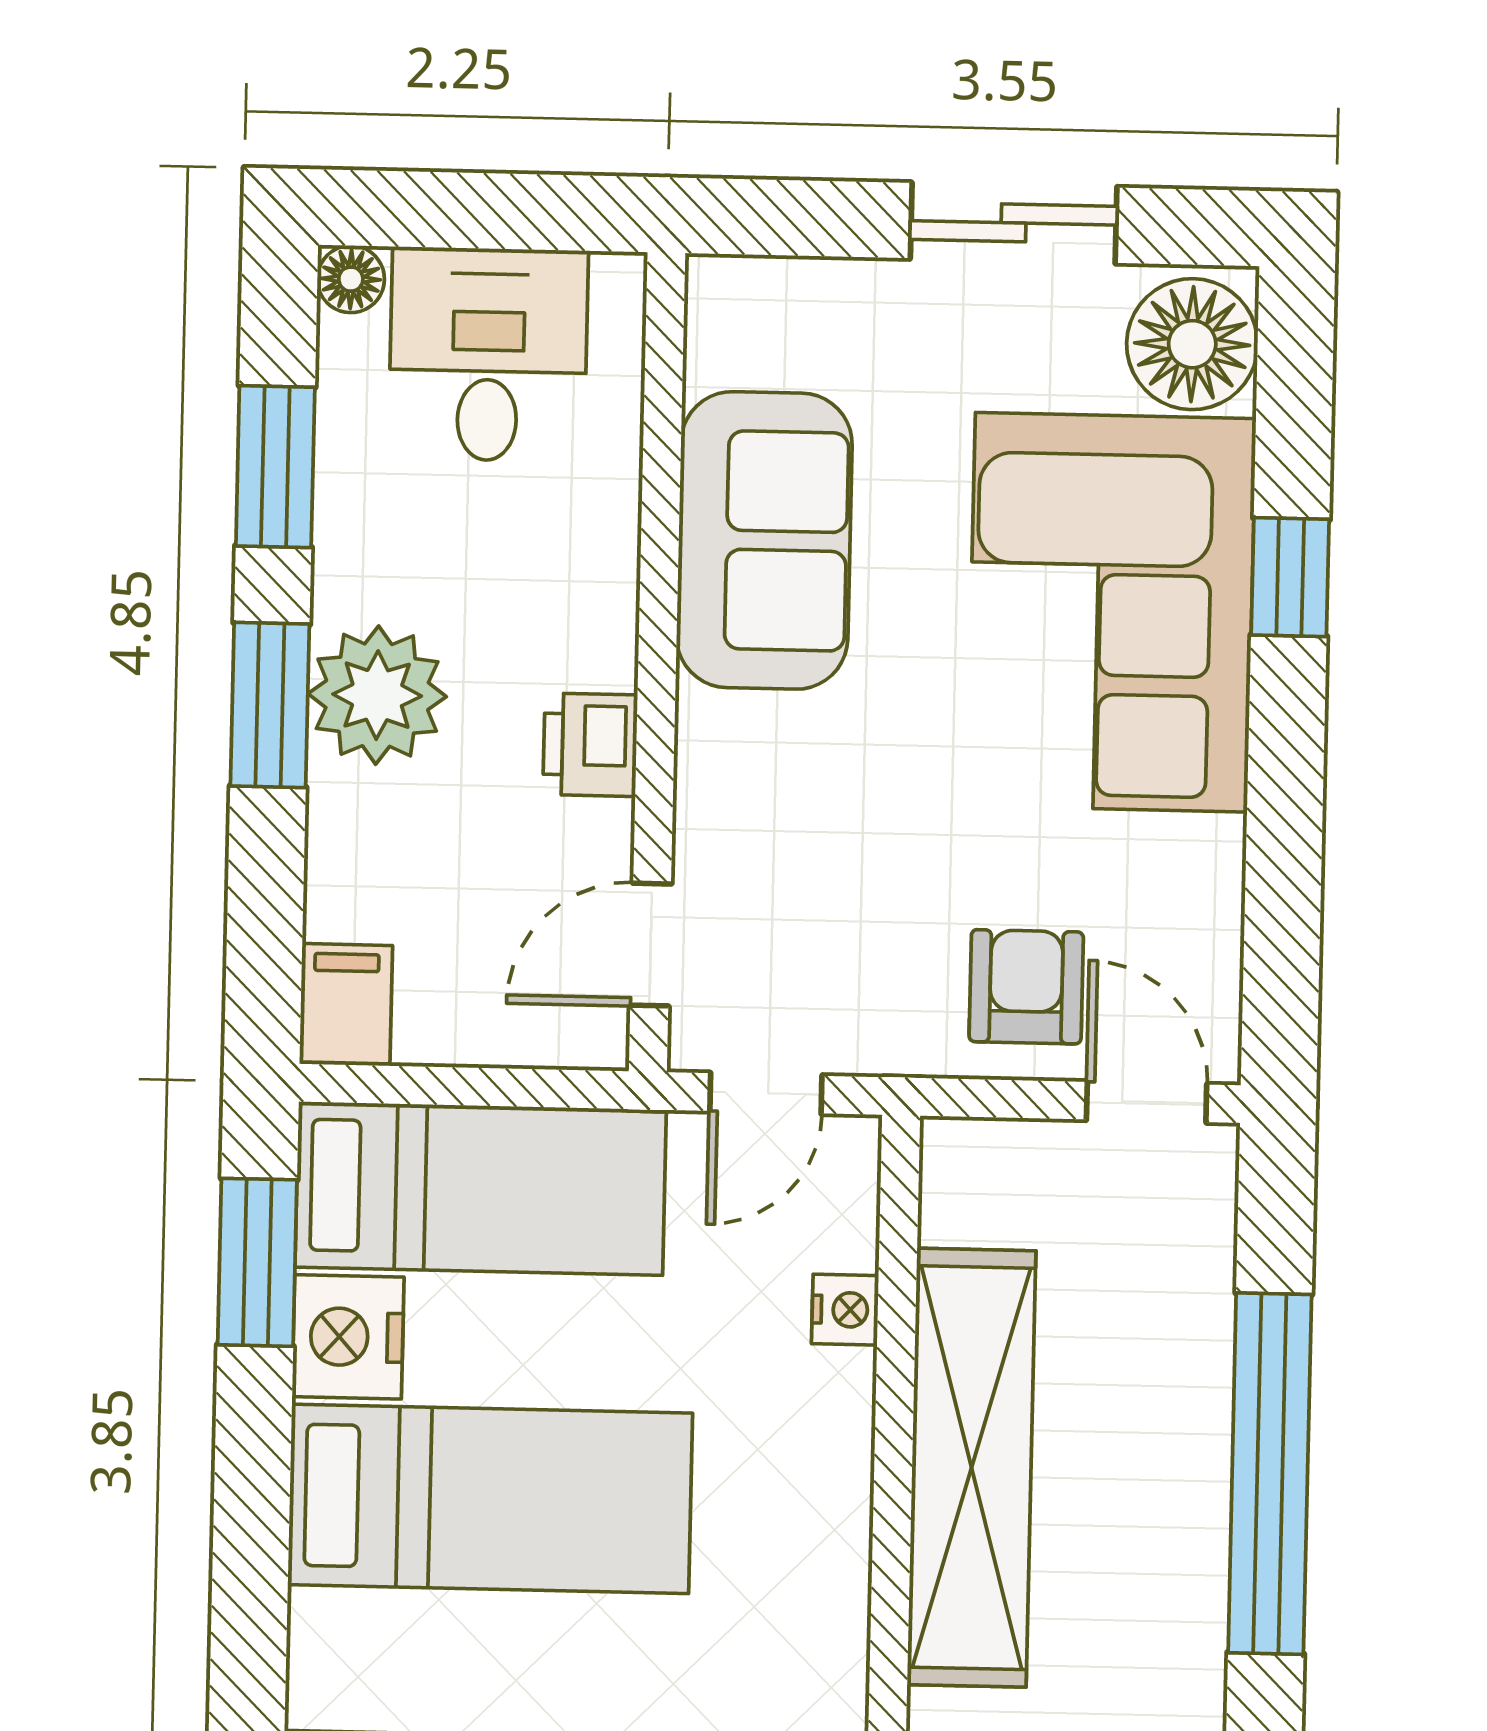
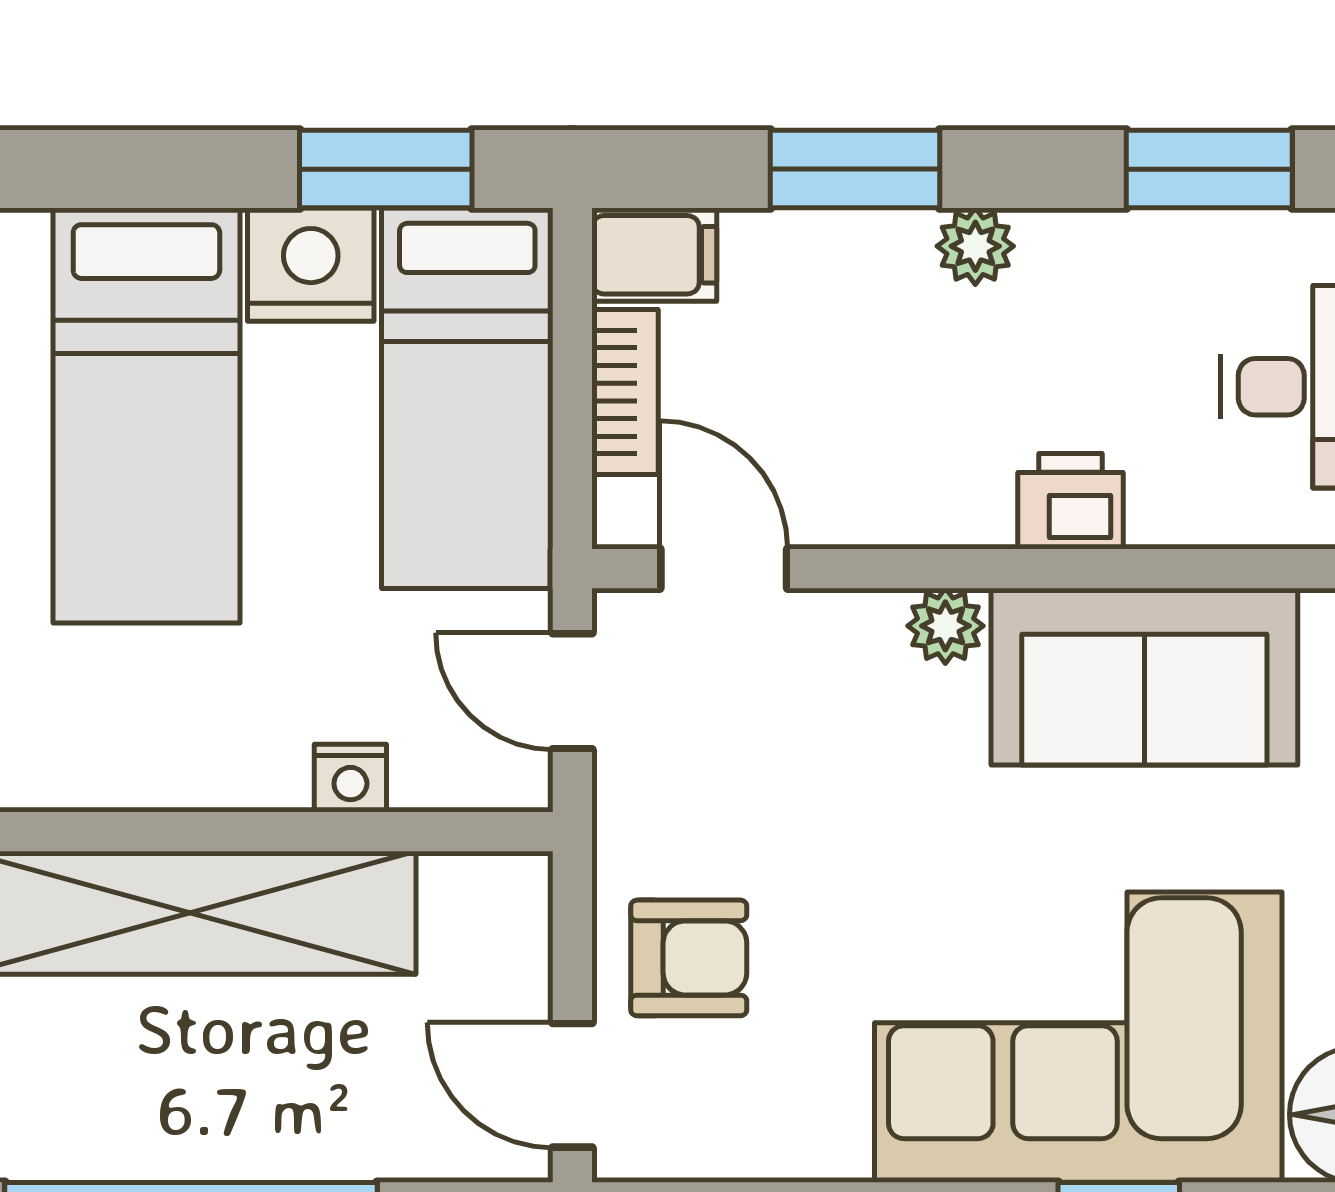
plant: (377, 695) -> (975, 246), width x0.53, depth x0.53
window: (270, 705) -> (855, 169), moved
plant: (711, 731) -> (945, 626), added
printer: (590, 745) -> (1071, 501), moved
bookcase: (478, 1036) -> (625, 392), added
door: (1147, 1102) -> (572, 1085), swing flipped

